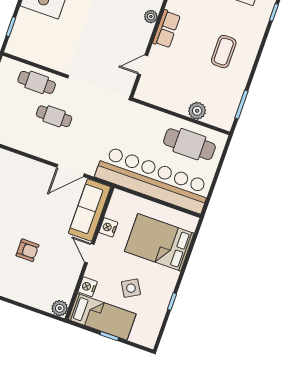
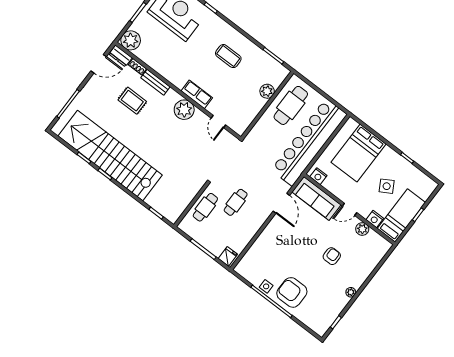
plant: (151, 17) -> (184, 110), width x1.87, depth x1.87
nightstand: (108, 227) -> (318, 176), moved
plant: (60, 308) -> (362, 229), moved

